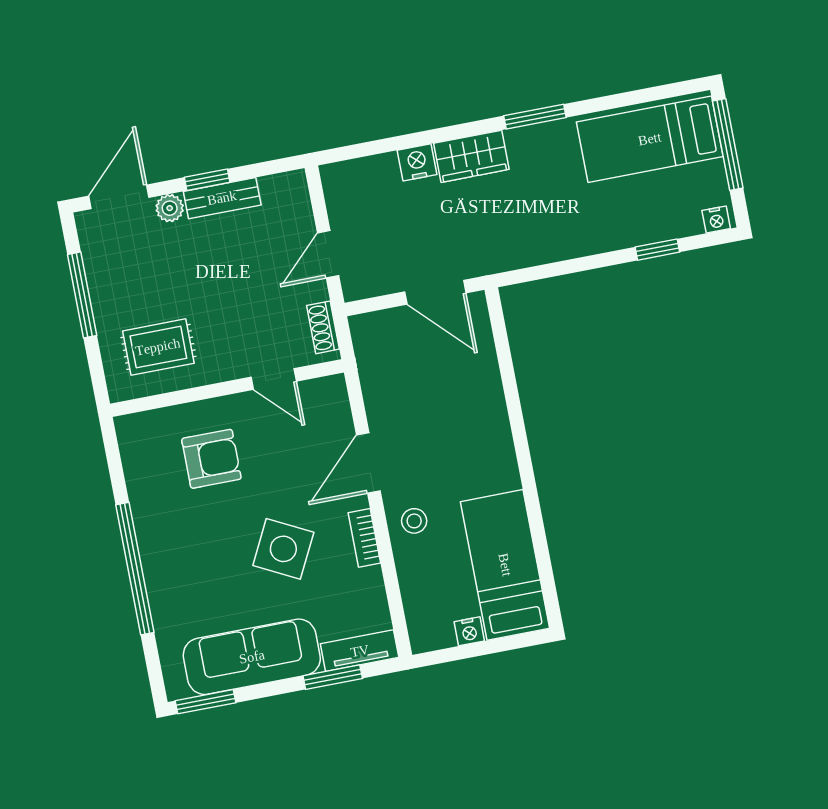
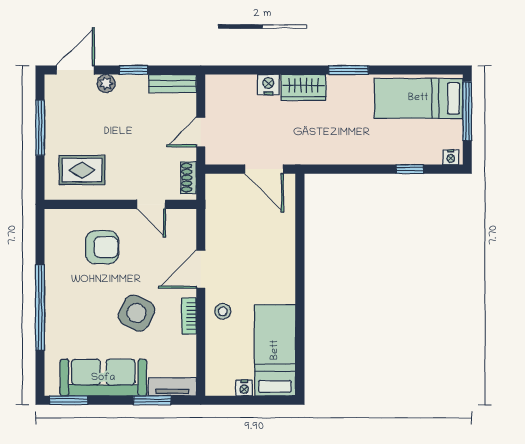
bench: (222, 198) -> (173, 84), moved

